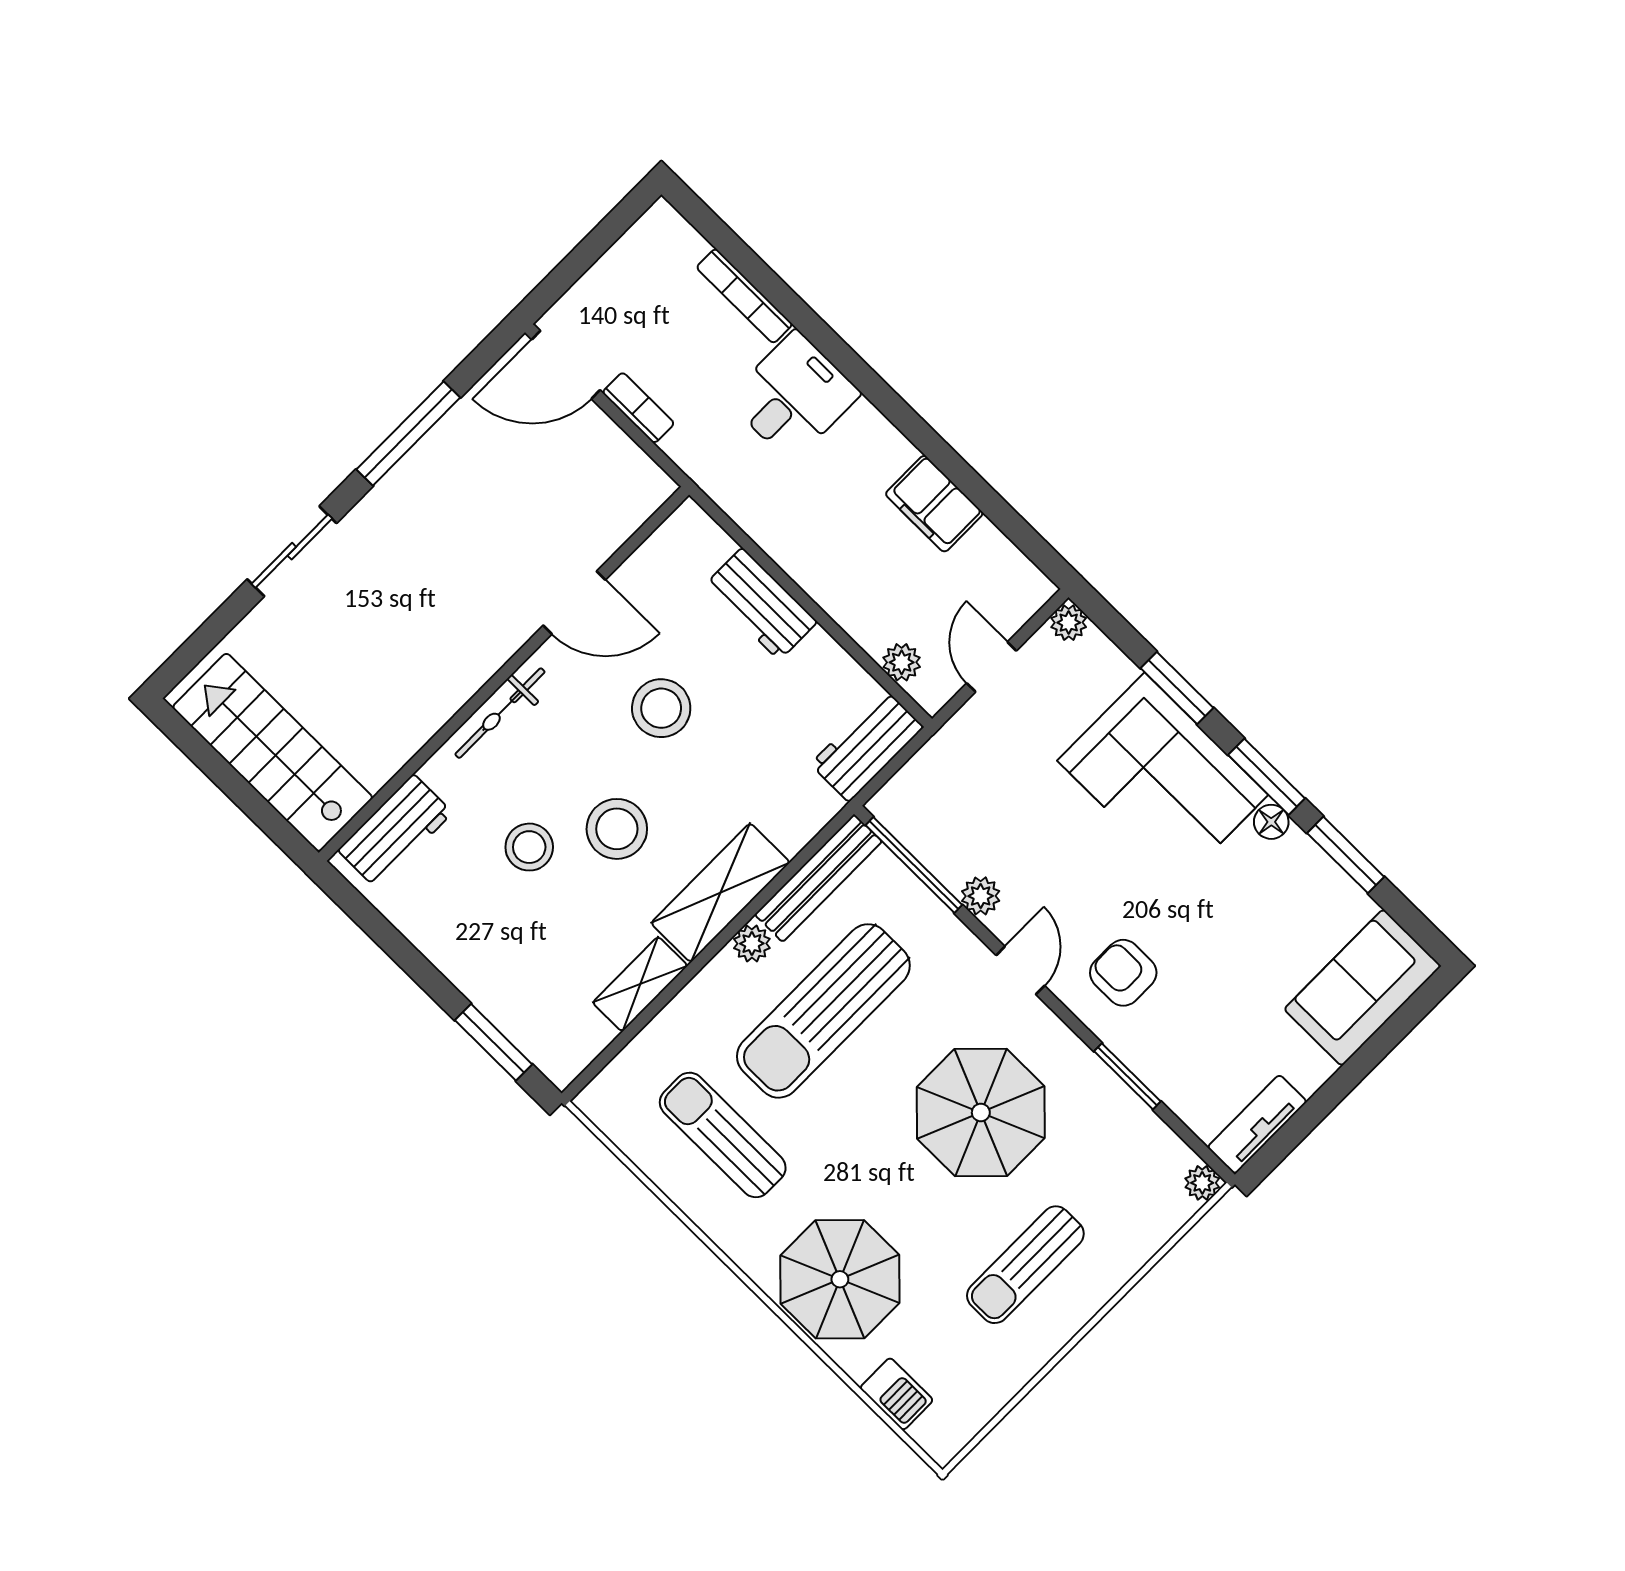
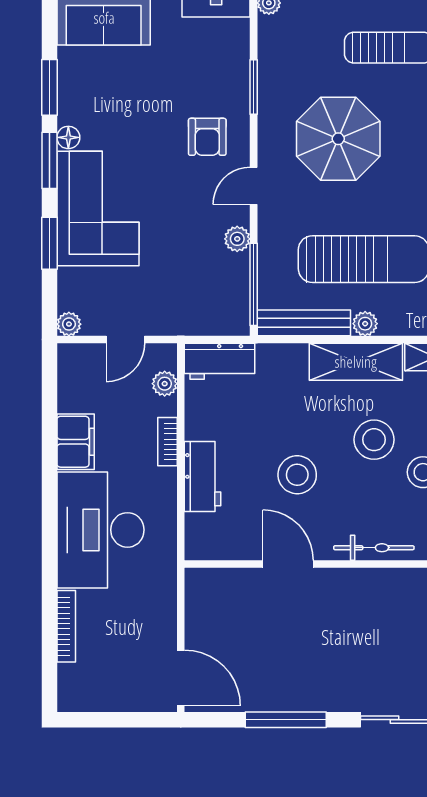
desk: (793, 396) -> (100, 530), width x1.87, depth x1.30
bookcase: (638, 408) -> (167, 442), moved

